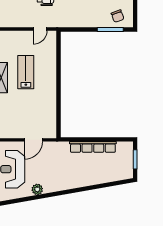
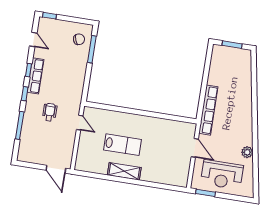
lab bench: (26, 72) -> (123, 145), turned 180
row of seats: (93, 147) -> (208, 110), moved

